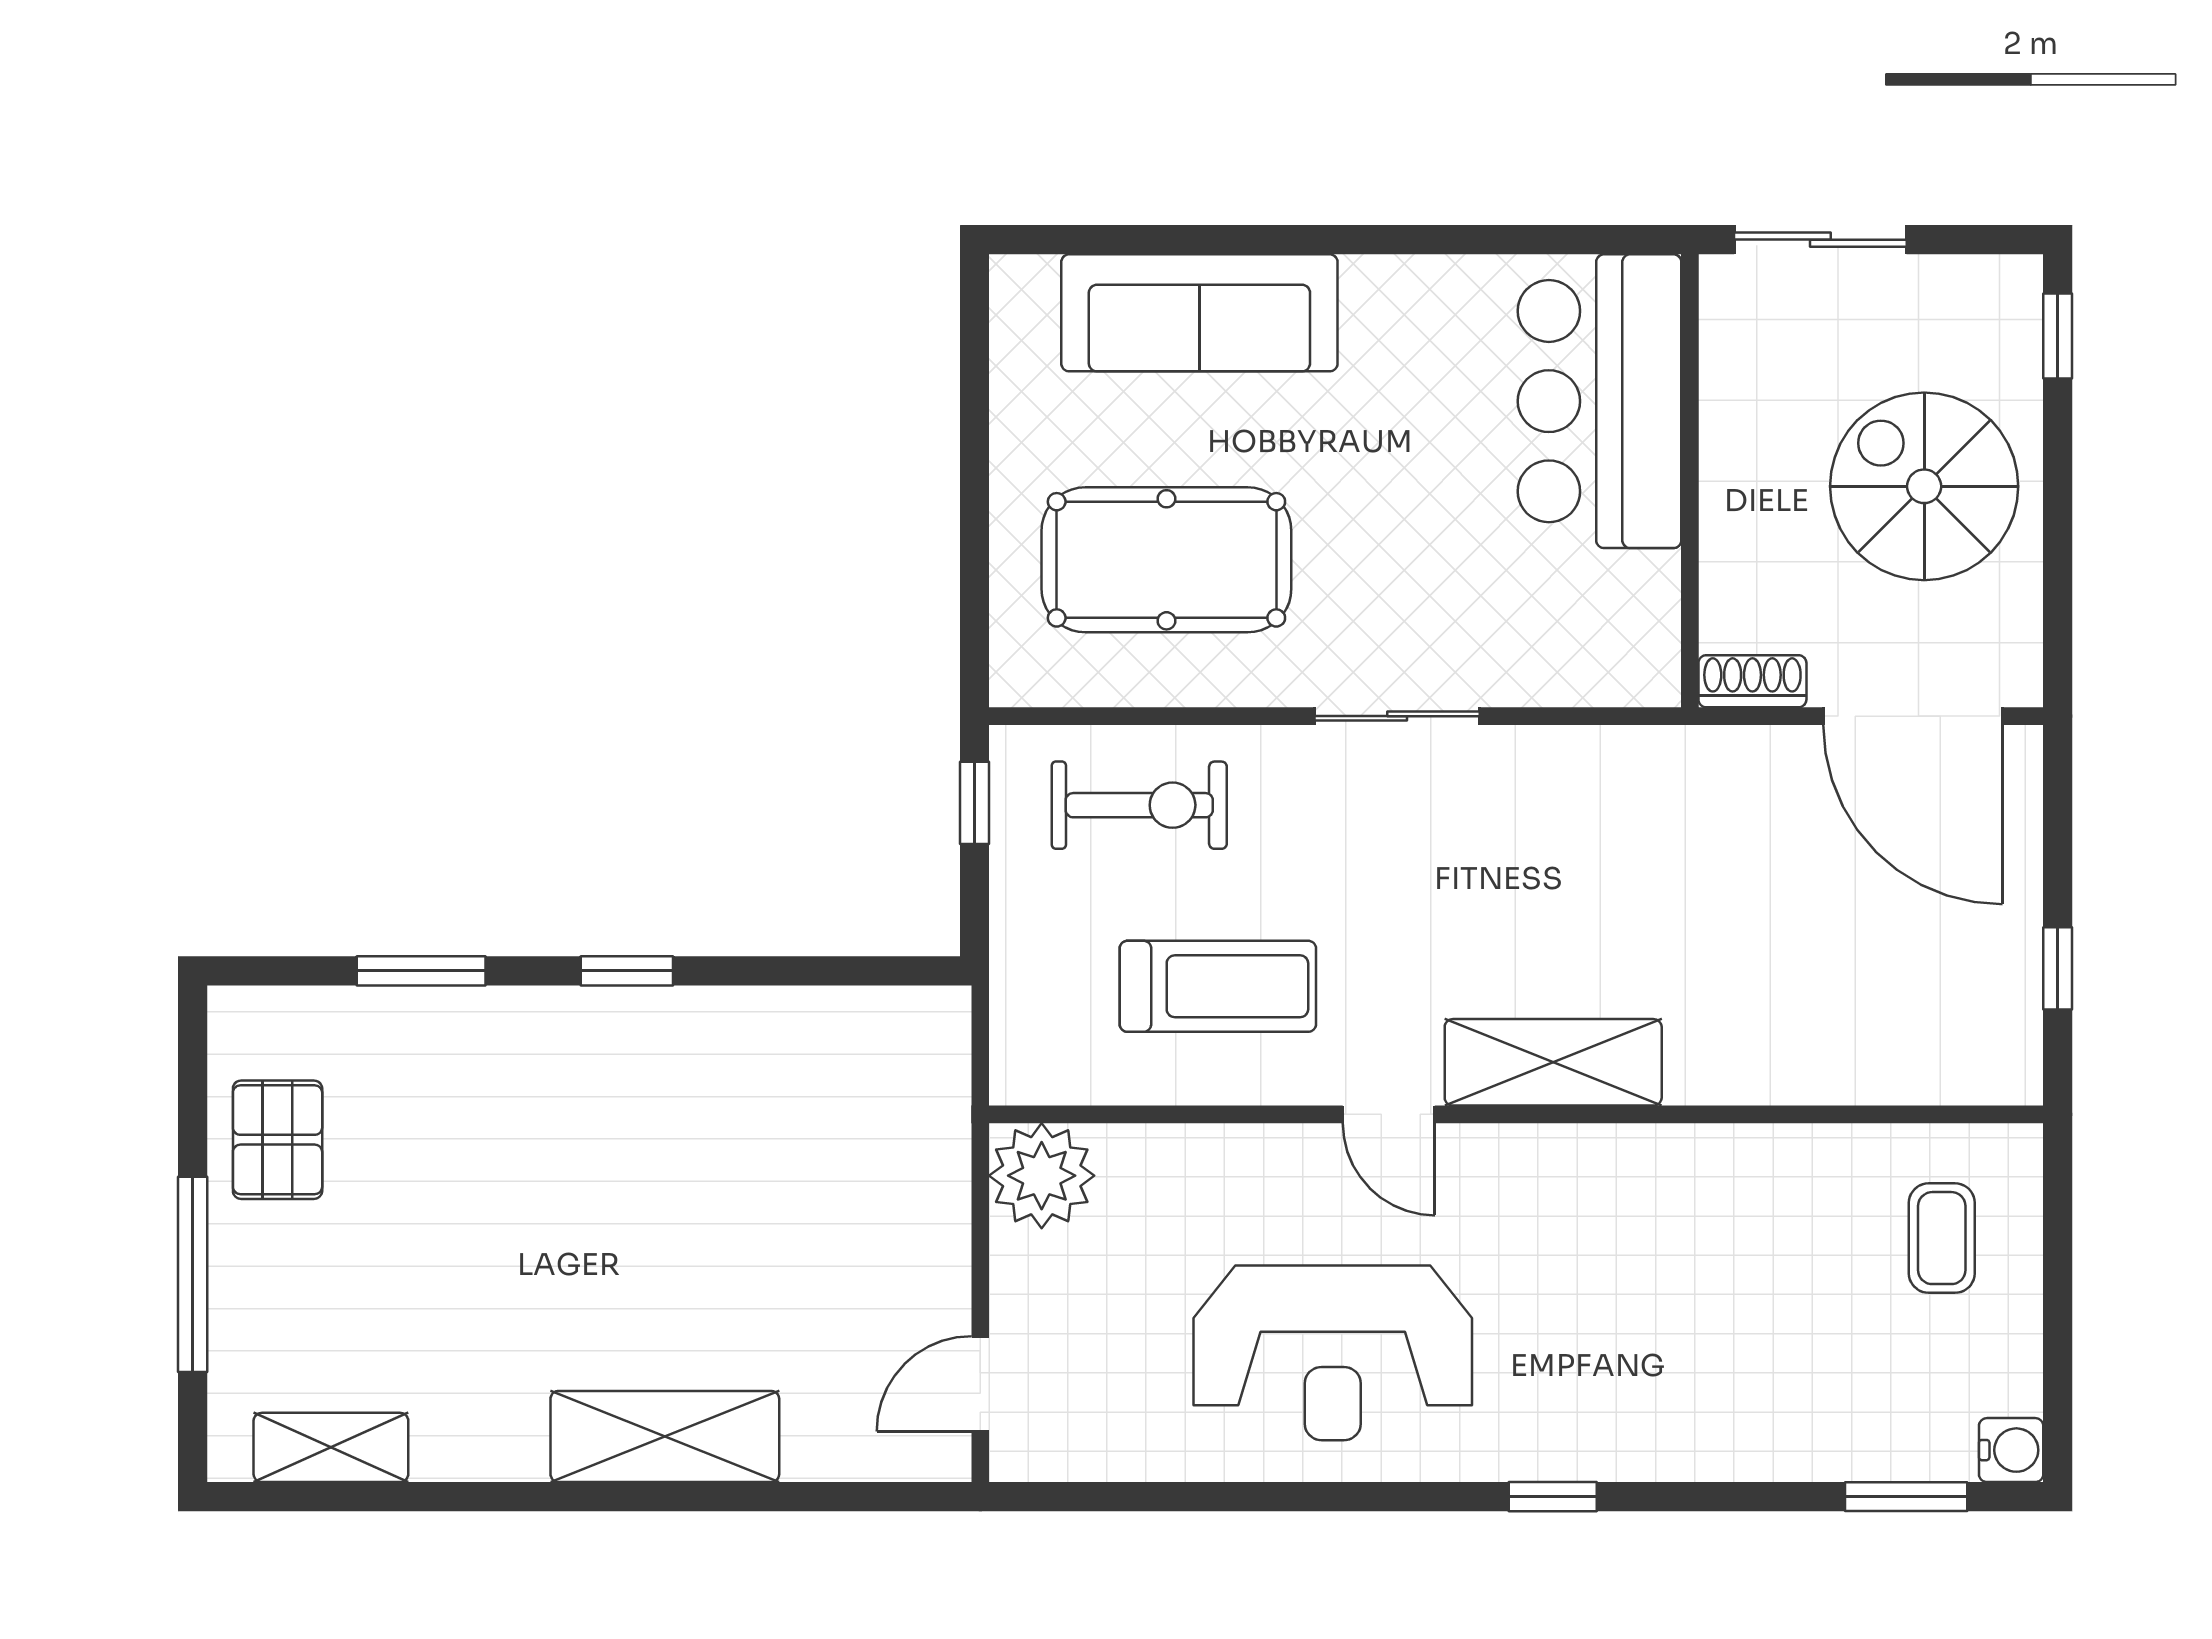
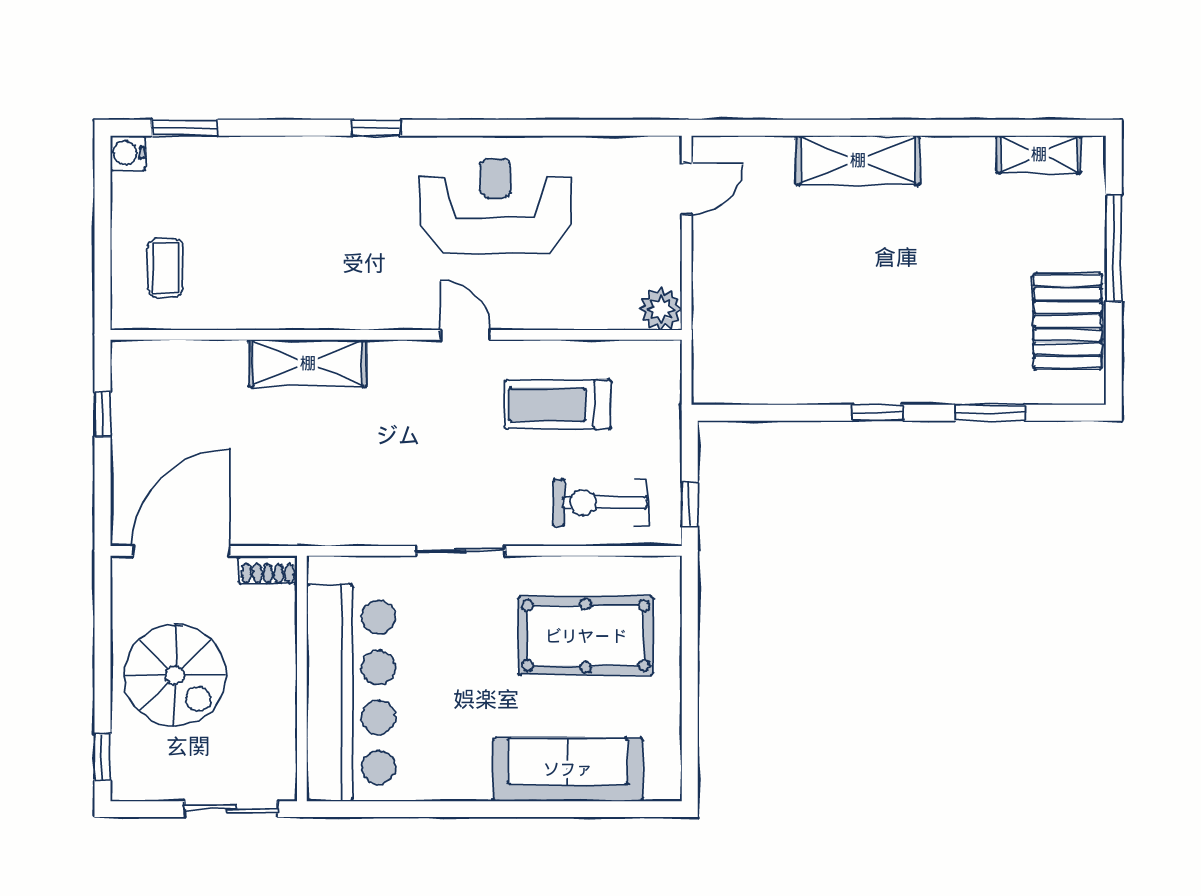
bar counter: (1600, 401) -> (351, 693), width x1.36
door: (1913, 716) -> (181, 551), hinge flipped
shelving: (1553, 1062) -> (308, 363), moved
pallet: (278, 1140) -> (1068, 321), width x1.50, depth x1.42
plant: (1042, 1176) -> (661, 309), width x0.73, depth x0.73

